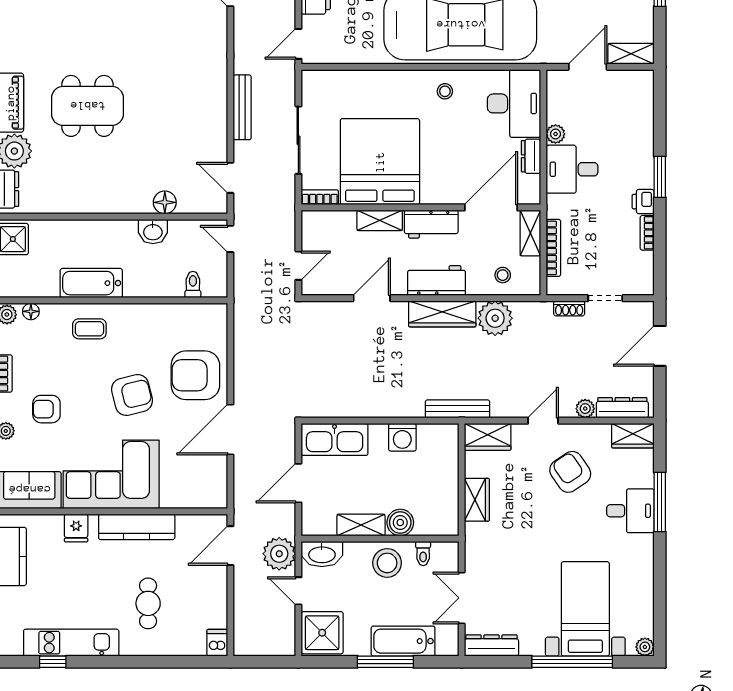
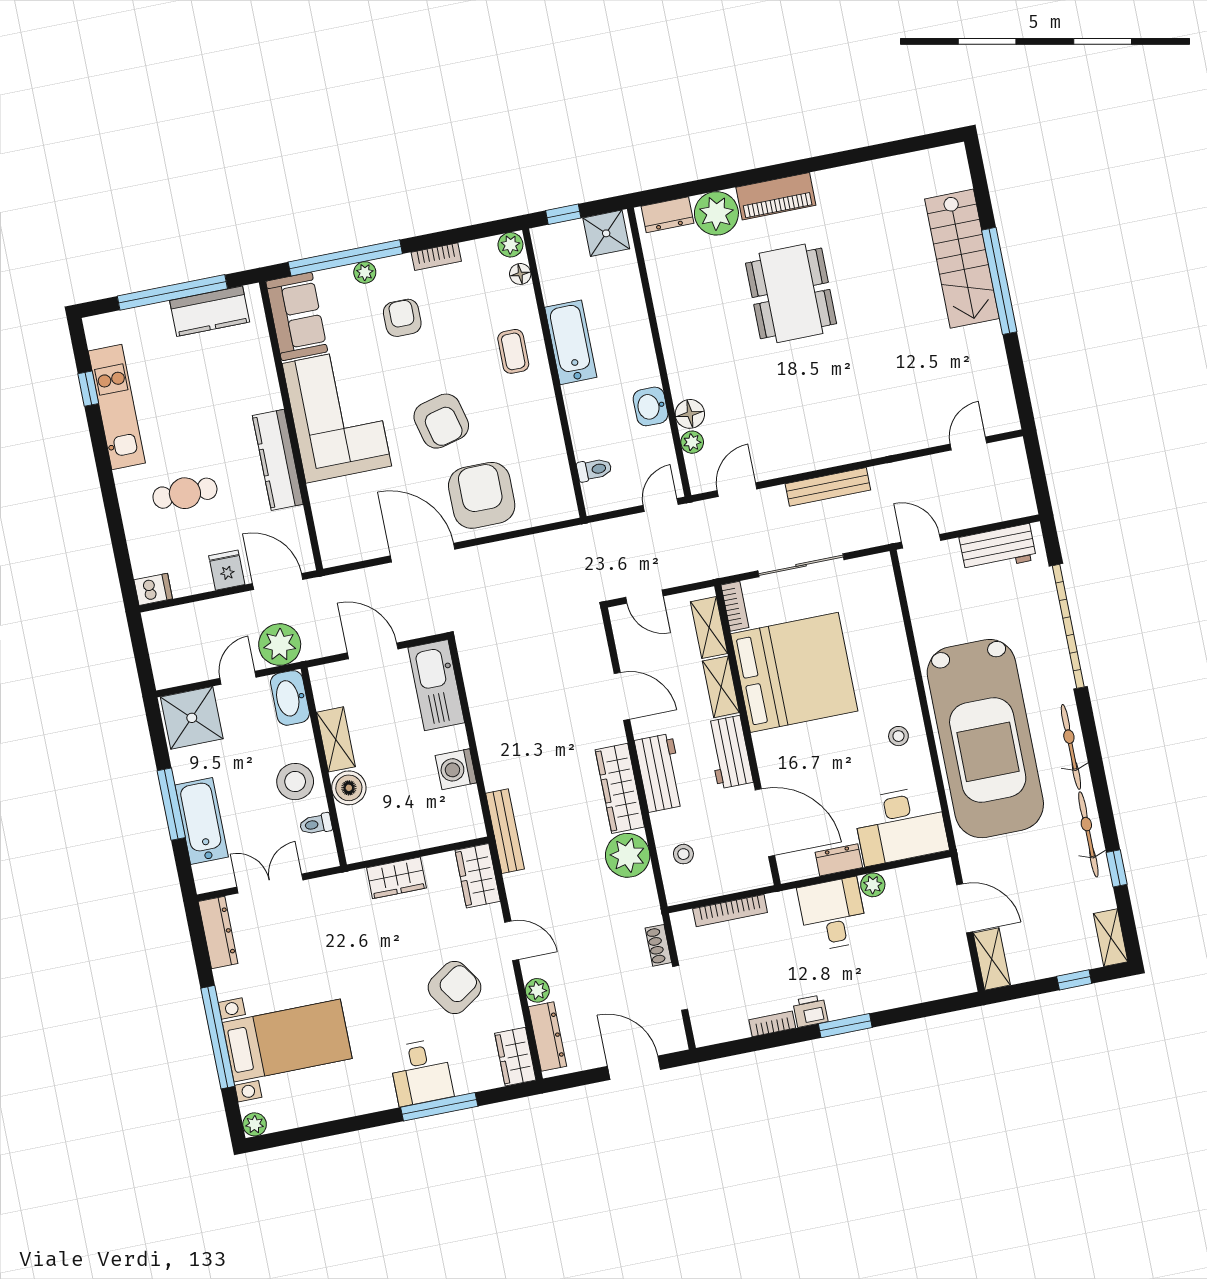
plant: (187, 205) -> (692, 442), added
shelving: (530, 233) -> (709, 628), moved, turned 90
fridge: (76, 528) -> (227, 570), moved, turned 90

